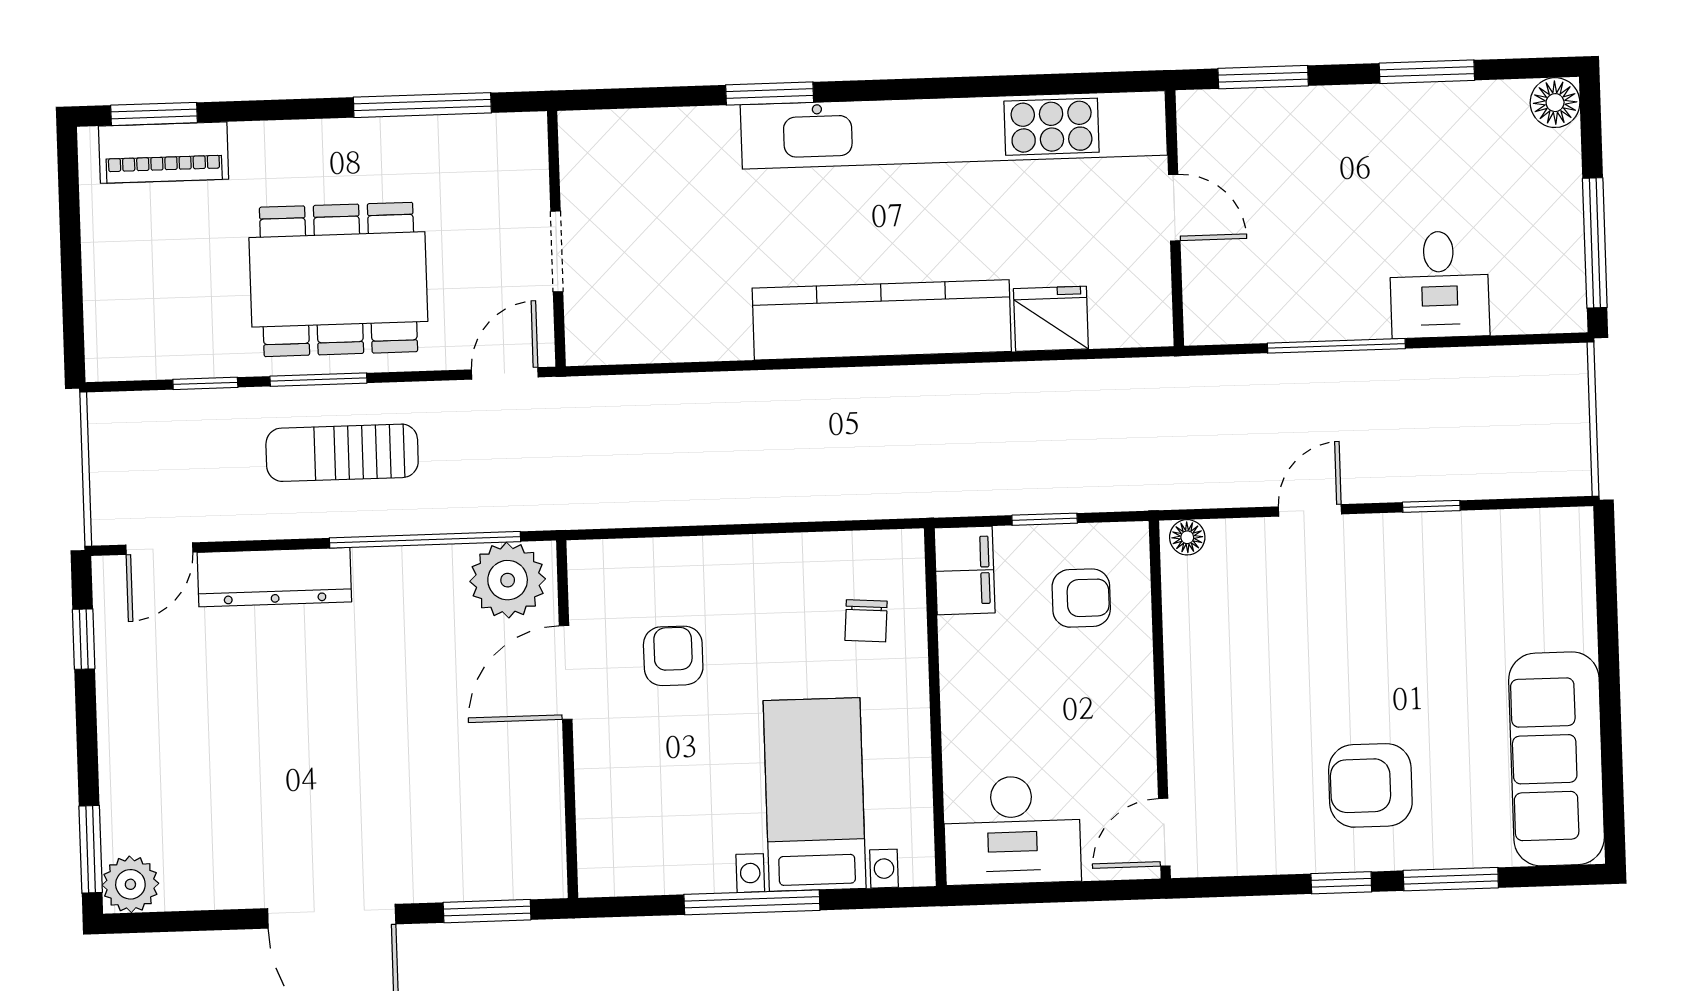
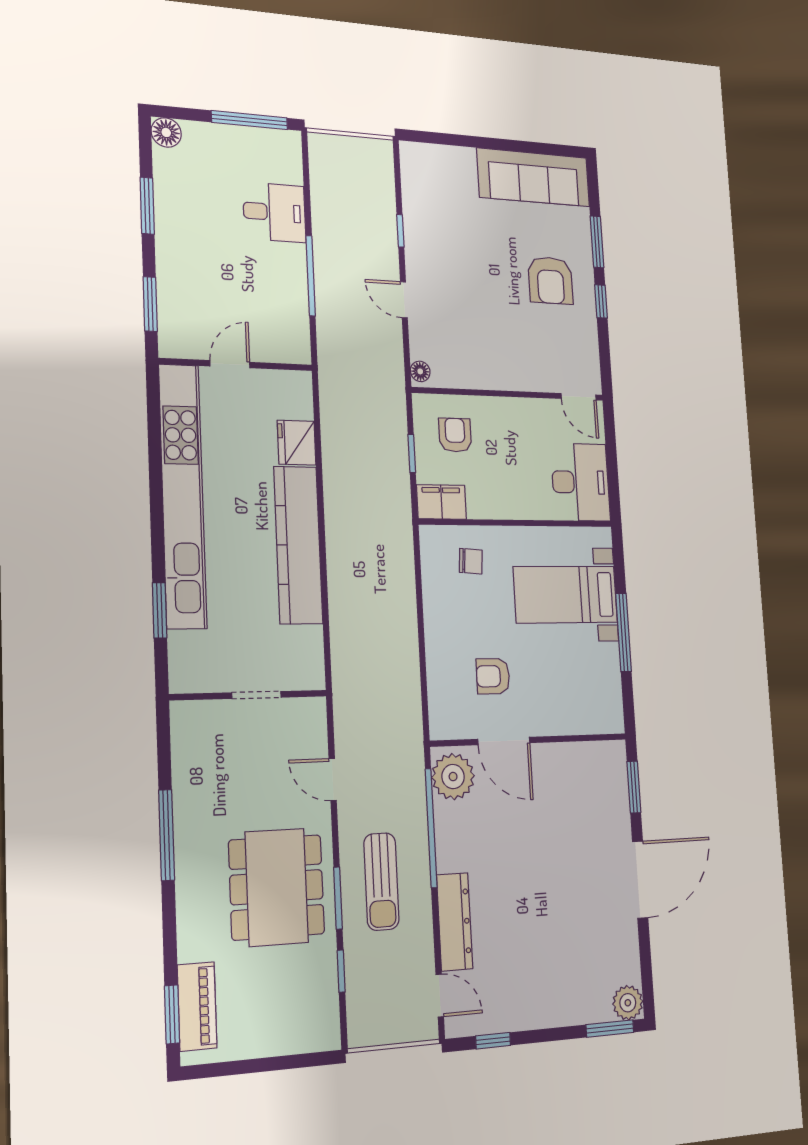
wall: (556, 239) -> (249, 695), moved
doorway: (557, 251) -> (256, 695), moved

